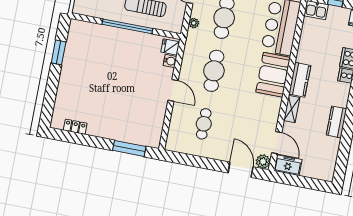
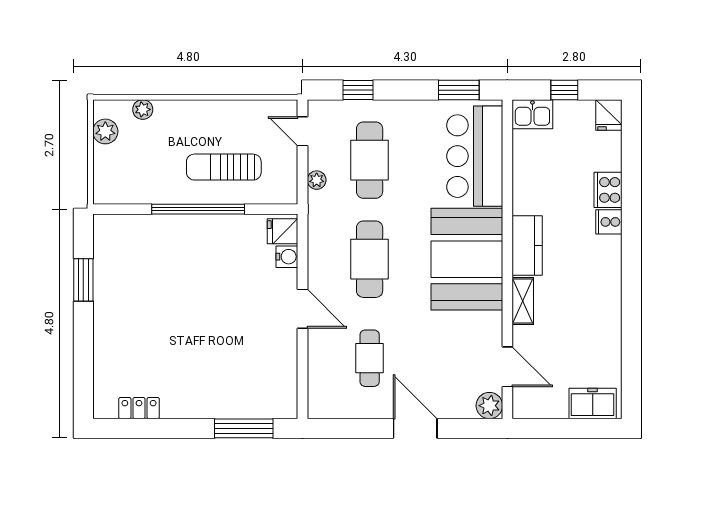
booth: (273, 75) -> (467, 259), width x1.36, depth x1.42
kitchen counter: (336, 122) -> (608, 309), removed
freezer: (288, 165) -> (593, 404), moved
door: (241, 170) -> (415, 428), moved

